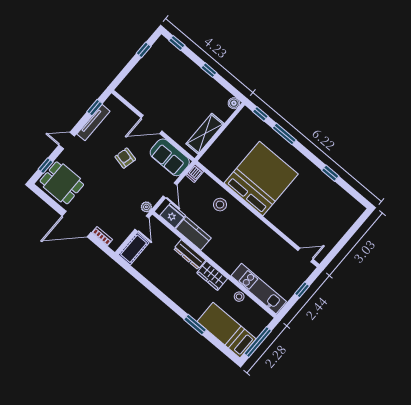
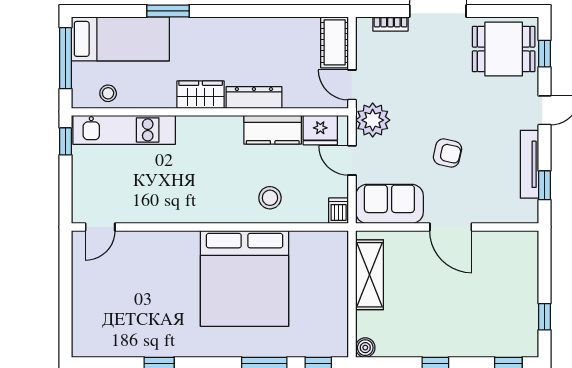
door: (151, 124) -> (451, 227), swing flipped
plant: (146, 207) -> (373, 120), width x1.88, depth x1.88
window: (302, 290) -> (66, 141), moved
stool: (239, 297) -> (108, 93), moved

